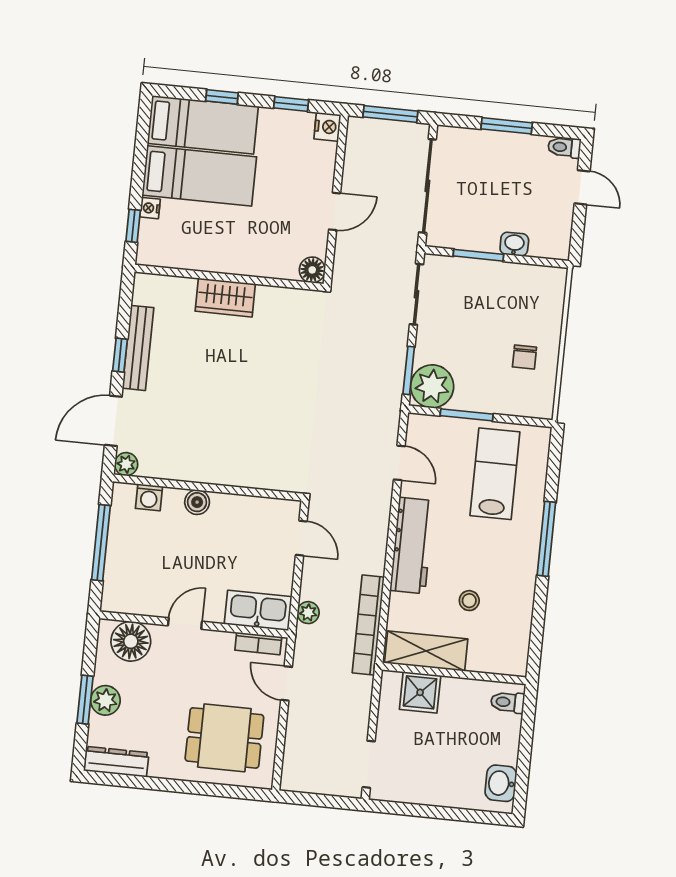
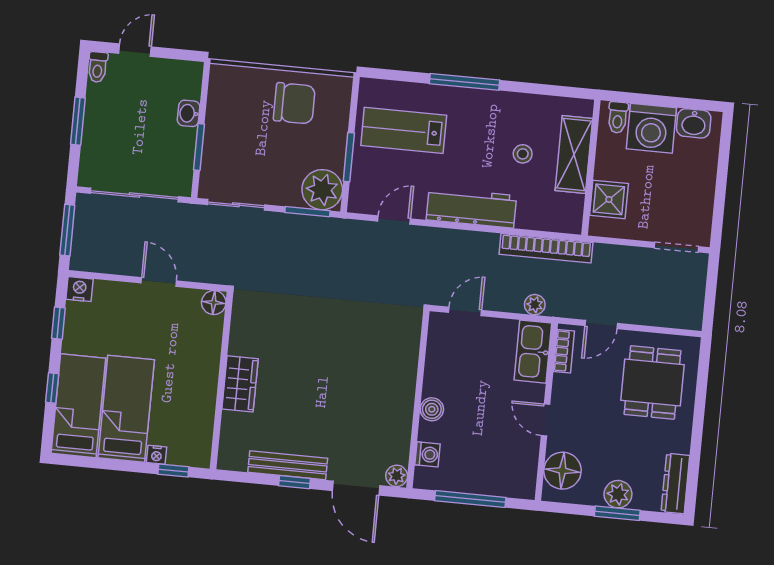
chair: (524, 357) -> (294, 103), width x1.87, depth x1.87
shelving: (426, 651) -> (574, 154), moved
washing machine: (496, 738) -> (651, 128), added

